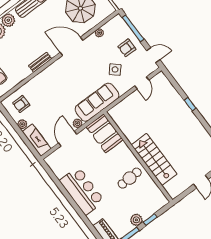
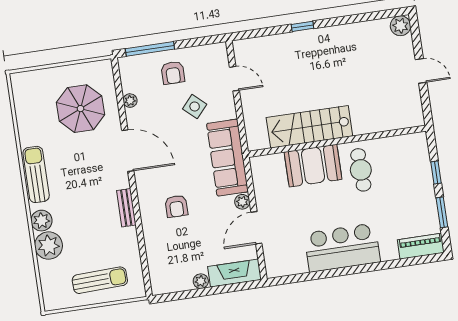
door: (71, 46) -> (128, 151), swing flipped
door: (153, 55) -> (204, 41), removed
armchair: (21, 104) -> (176, 206), moved
booth: (105, 133) -> (313, 166), moved
door: (68, 139) -> (256, 228), hinge flipped
stairs: (154, 159) -> (309, 127), moved
plant: (136, 220) -> (426, 193), removed

